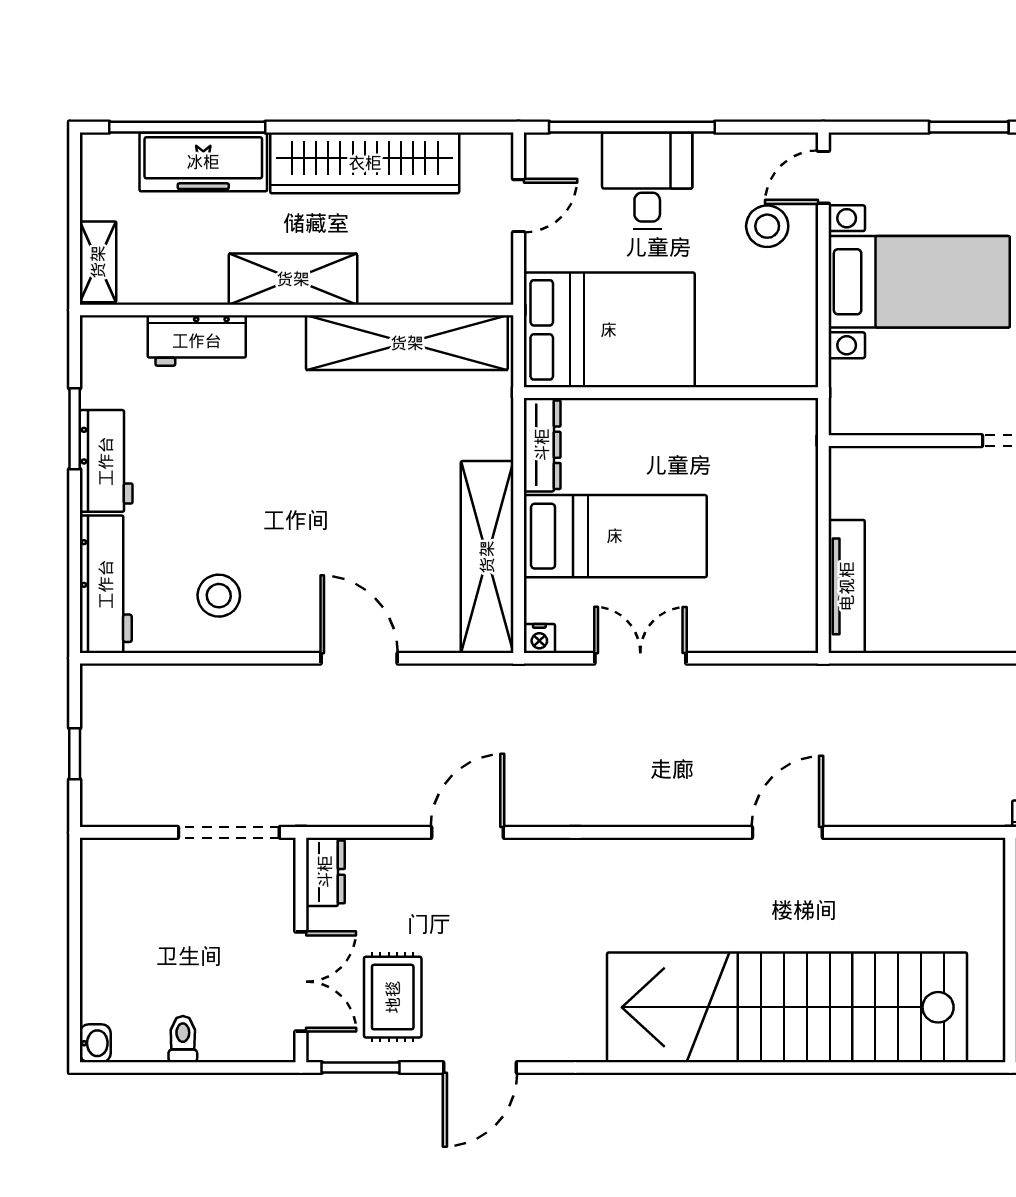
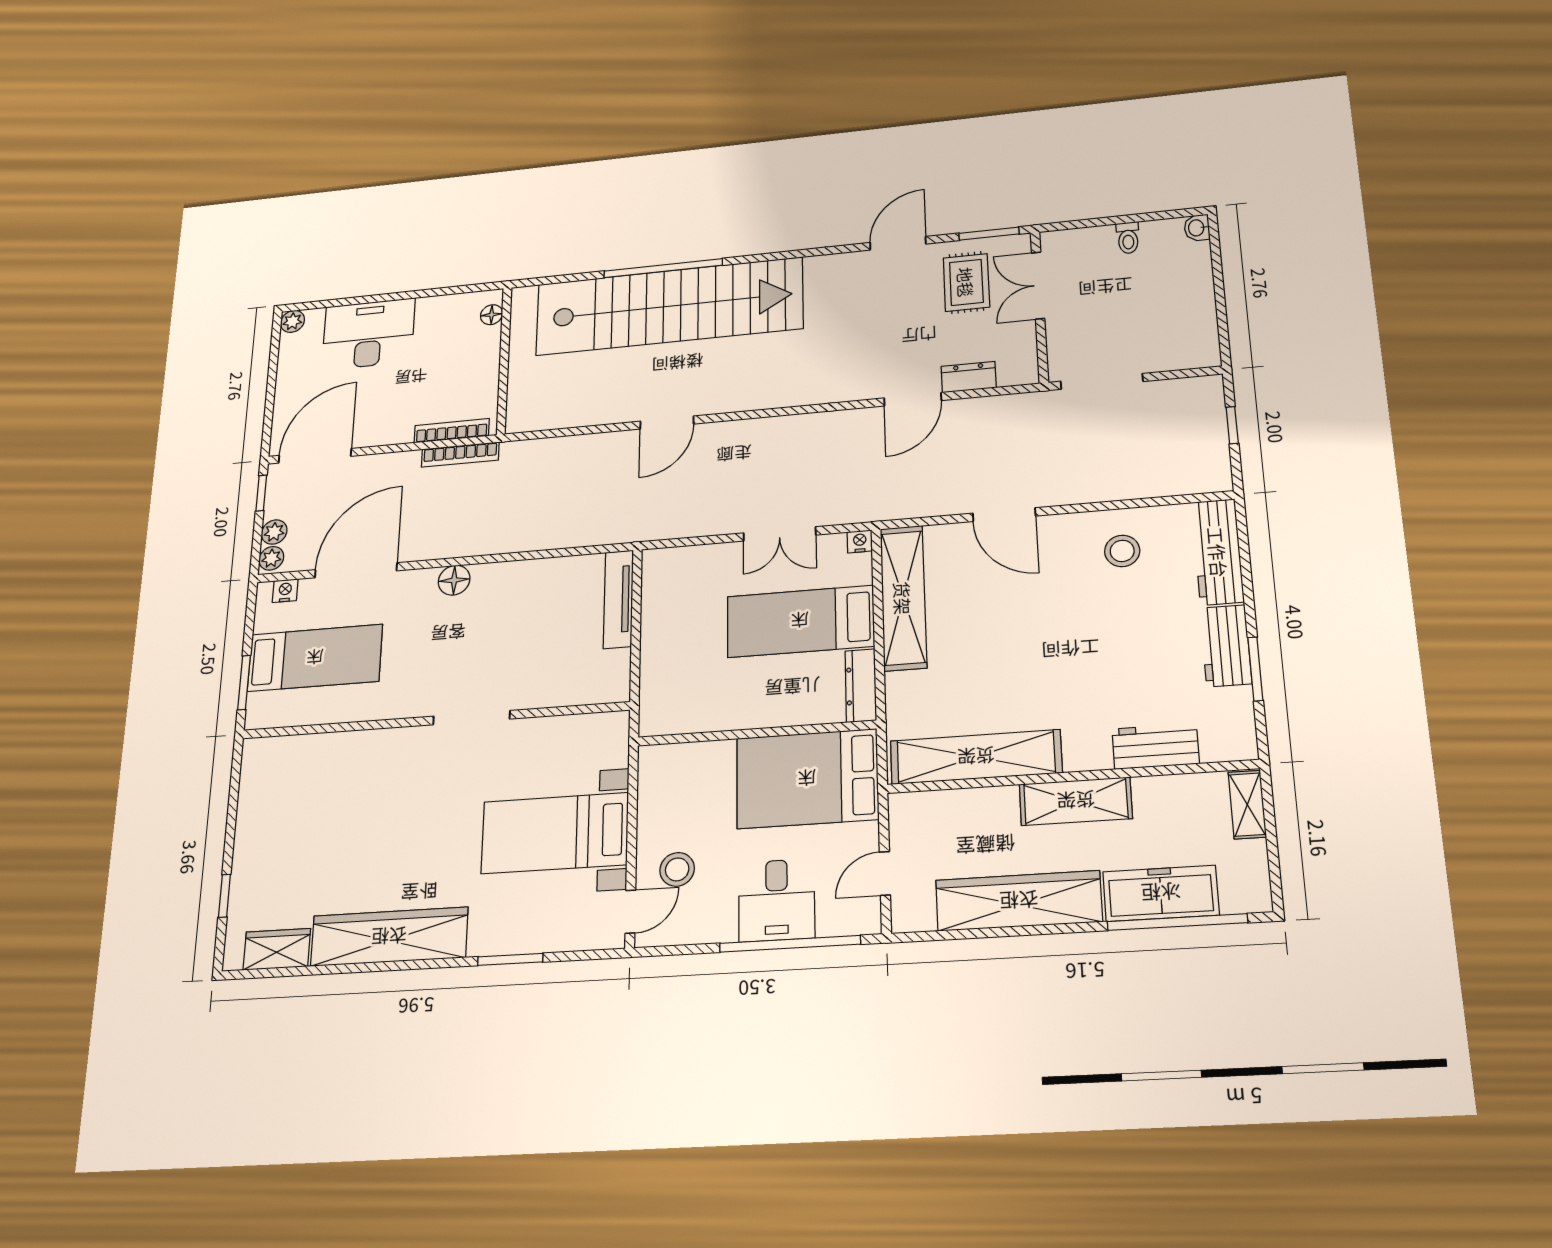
dresser: (325, 872) -> (969, 377), moved, turned 90
window: (796, 1067) -> (663, 268), added

